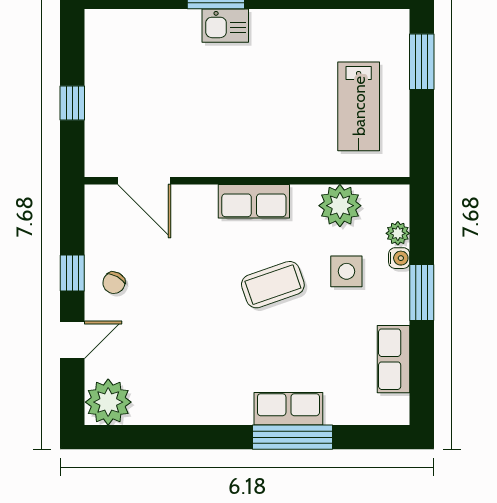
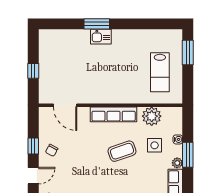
row of seats: (254, 201) -> (114, 114), width x1.48
plant: (398, 233) -> (177, 163), moved

